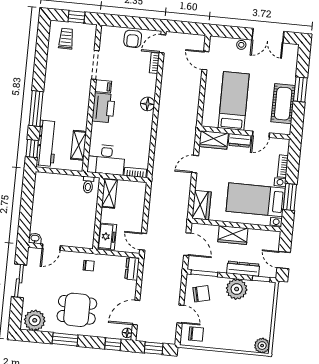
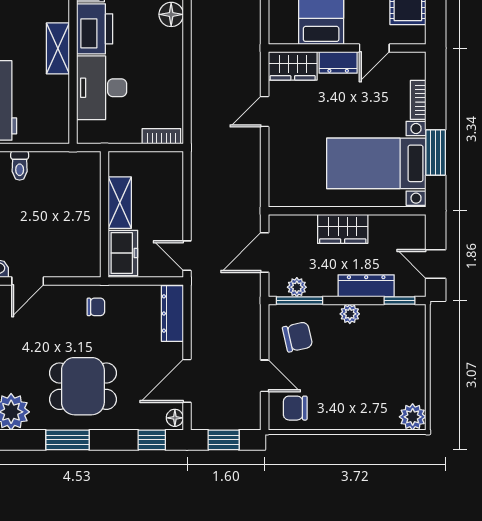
shelving: (79, 145) -> (58, 48), moved
desk: (106, 160) -> (102, 88), moved, turned 90
toilet: (88, 185) -> (20, 166), moved
shelving: (109, 193) -> (120, 203), moved
wardrobe: (201, 205) -> (283, 182), removed
door: (187, 244) -> (265, 252), swing flipped
plant: (204, 266) -> (297, 287), added
dresser: (132, 269) -> (172, 314), width x1.44
plant: (237, 289) -> (350, 314), width x0.53, depth x0.53
chair: (196, 334) -> (295, 408), turned 180

